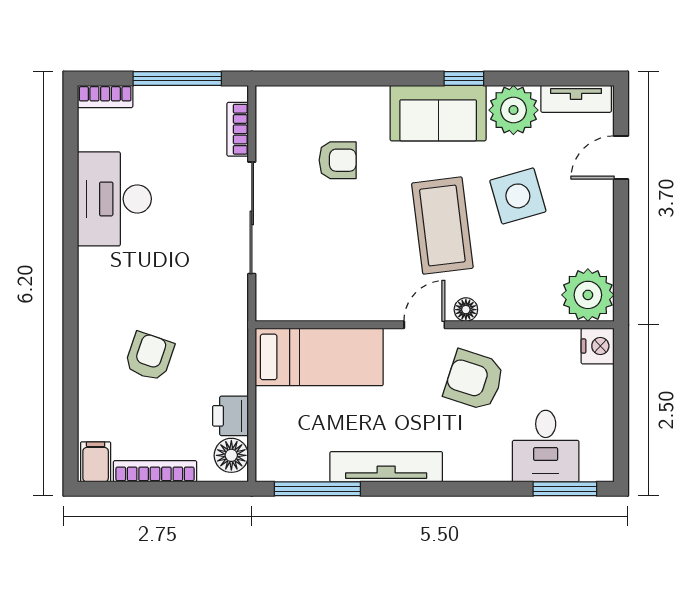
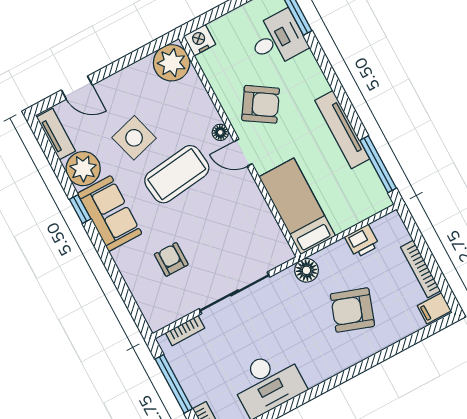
armchair: (149, 356) -> (352, 310), width x1.38, depth x1.38
armchair: (474, 380) -> (261, 104), turned -75
floor lamp: (231, 455) -> (306, 270), moved

